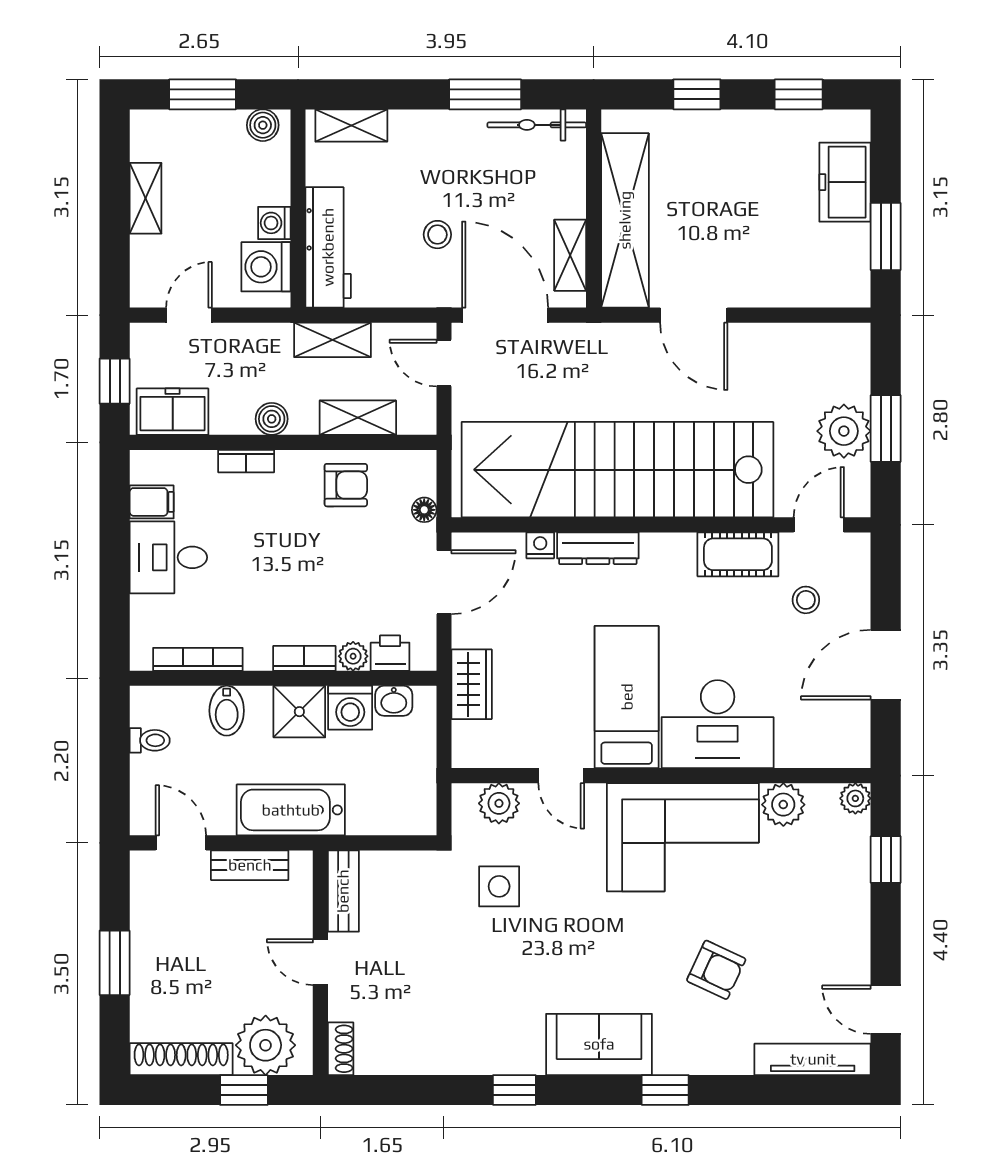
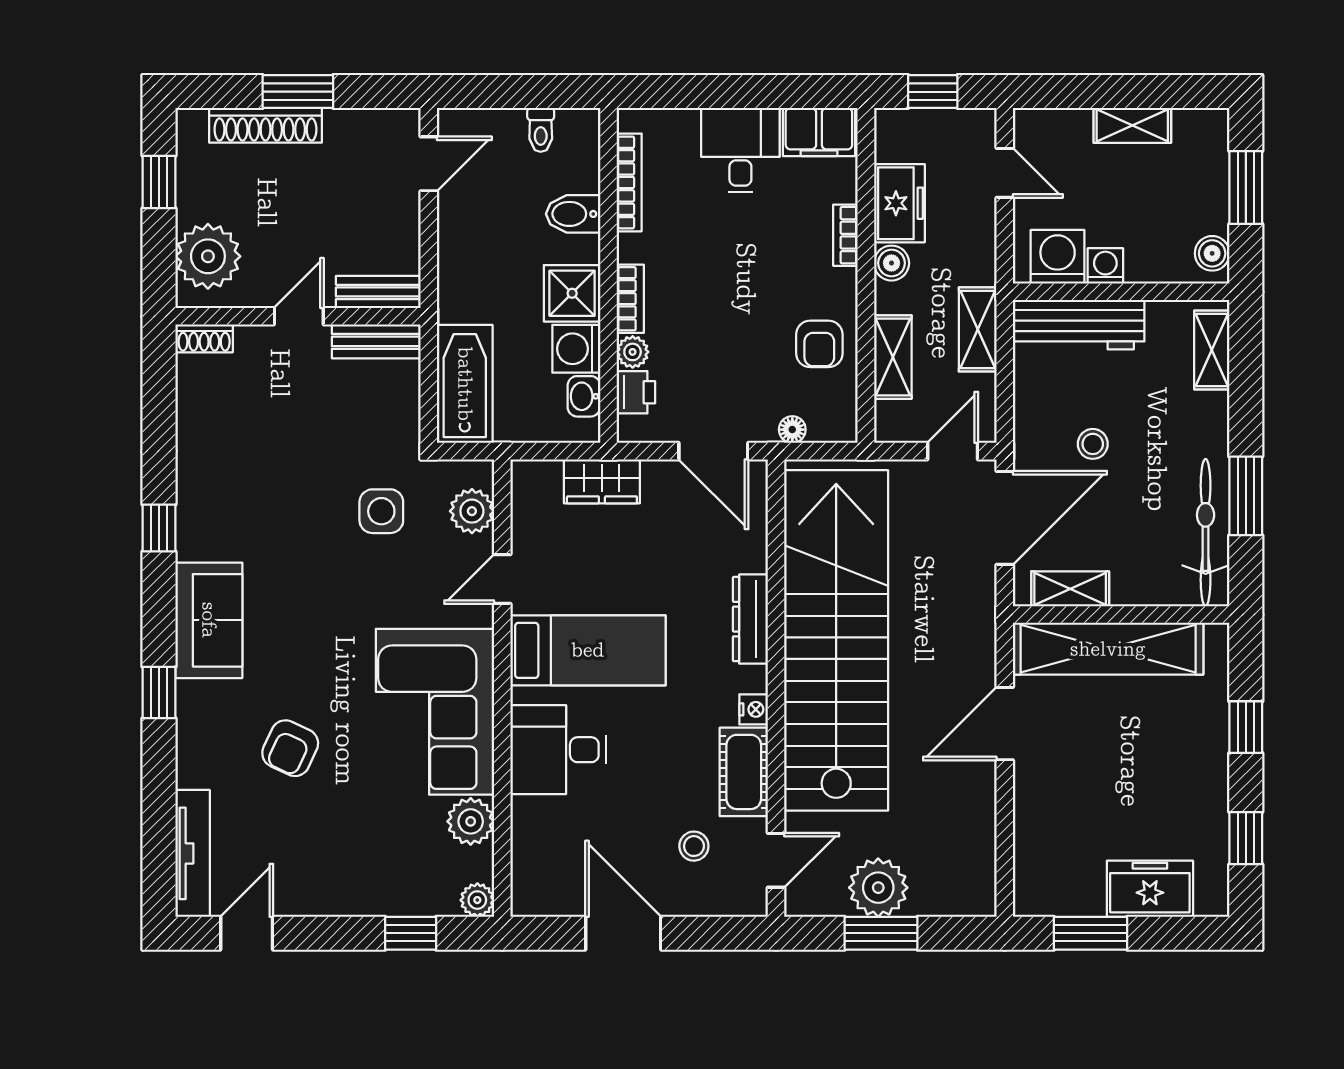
bicycle: (537, 125) -> (1206, 533), width x1.37, depth x1.40
freezer: (173, 412) -> (899, 203), moved
filing cabinet: (152, 502) -> (819, 132), width x2.00
door: (819, 525) -> (776, 860), hinge flipped
nightstand: (540, 545) -> (754, 709), moved
desk: (718, 724) -> (558, 750), width x0.73
bathtub: (291, 810) -> (465, 384), moved
bench: (250, 865) -> (378, 292), moved, turned 90
shoe rack: (181, 1059) -> (266, 125), moved, turned 90
window: (244, 1090) -> (159, 182), moved

